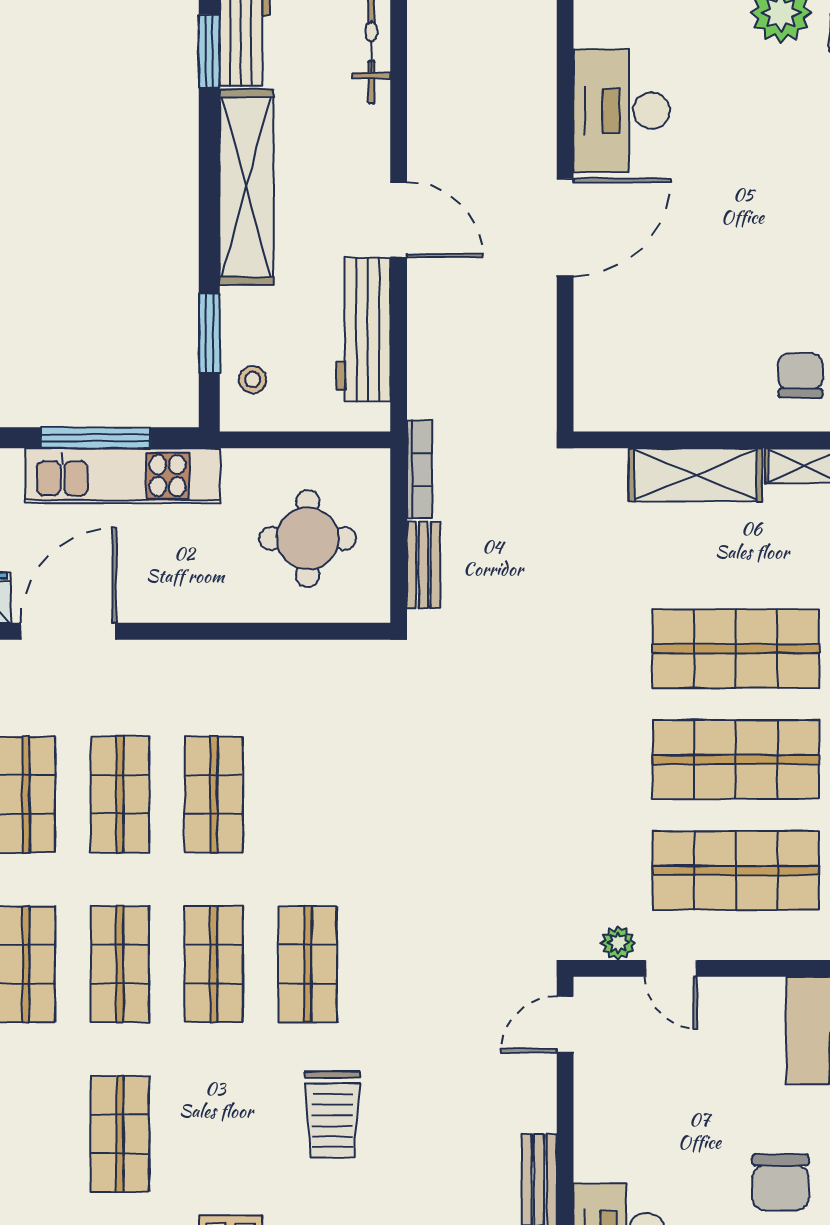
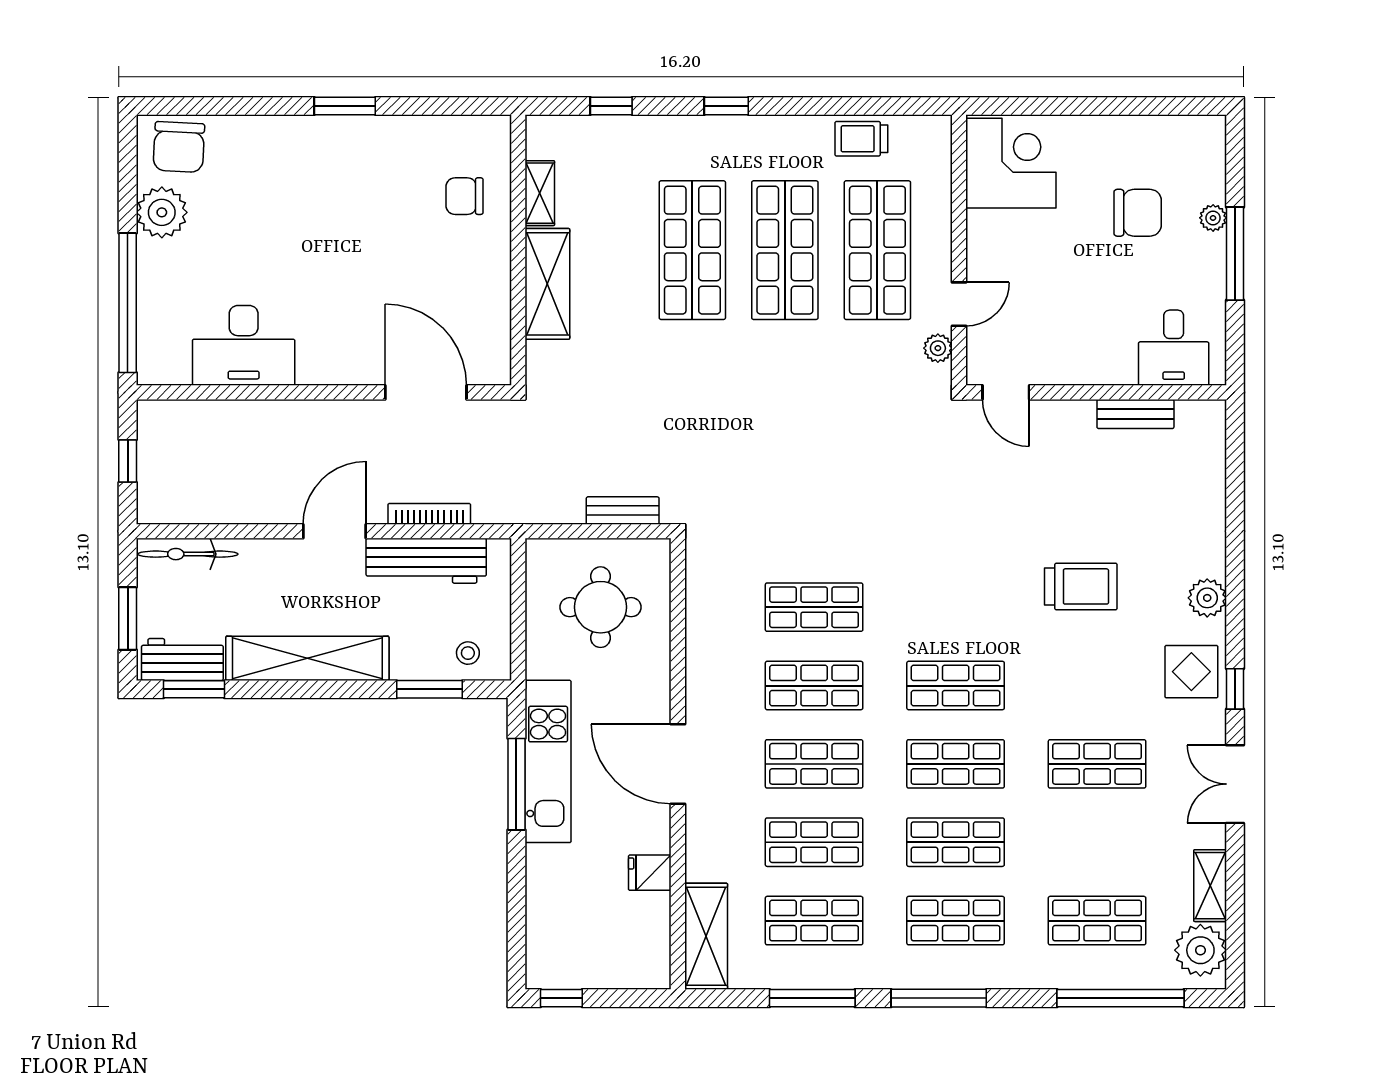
door: (565, 227) -> (426, 392), moved
bookcase: (420, 469) -> (429, 514), moved
door: (68, 631) -> (678, 764), moved
shop shelf: (308, 964) -> (814, 607), moved

